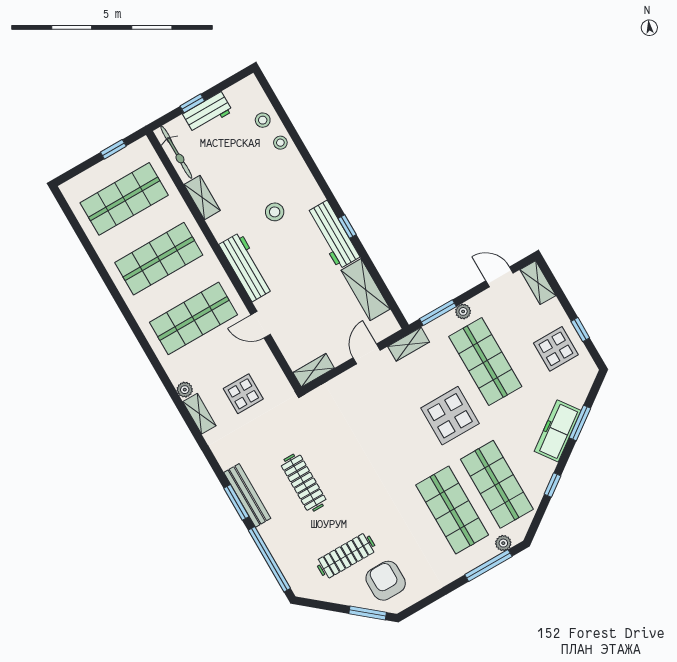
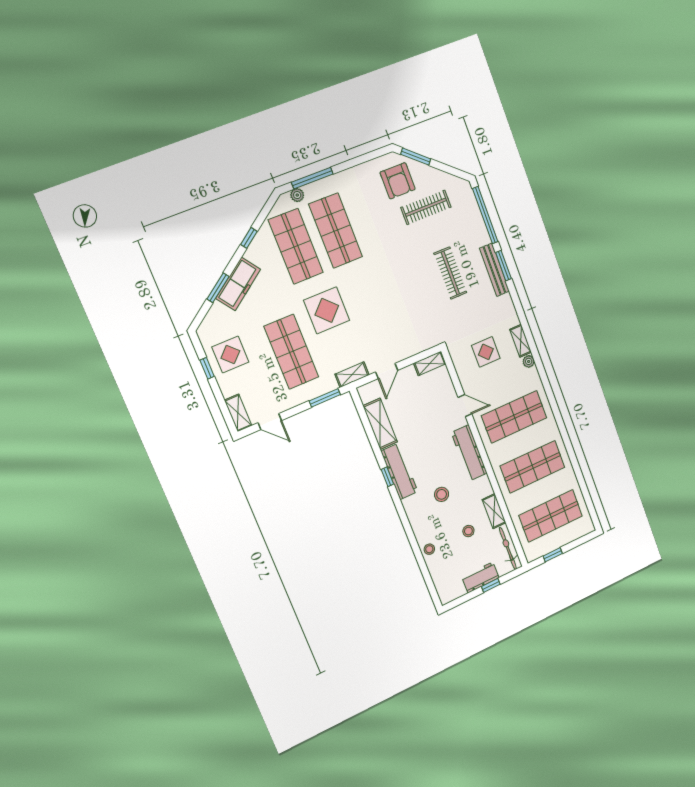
stool: (263, 120) -> (468, 531), moved
plant: (463, 311) -> (304, 396), removed

